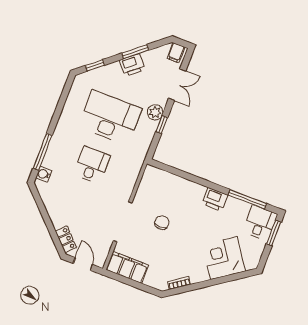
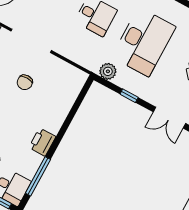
plant: (155, 112) -> (108, 71), moved
chair: (162, 223) -> (25, 82), turned 90

